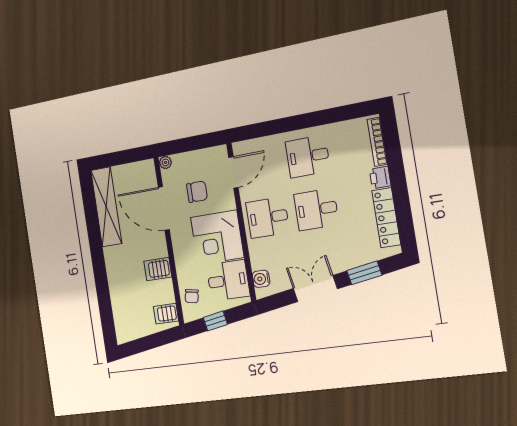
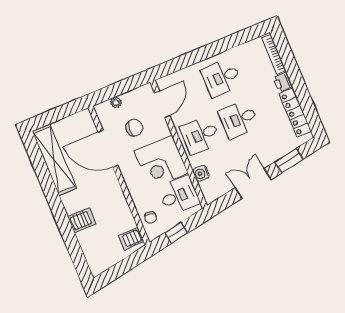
plant: (165, 162) -> (116, 102), moved
server rack: (158, 269) -> (82, 220), moved, turned 180
water cooler: (261, 279) -> (201, 173), moved

